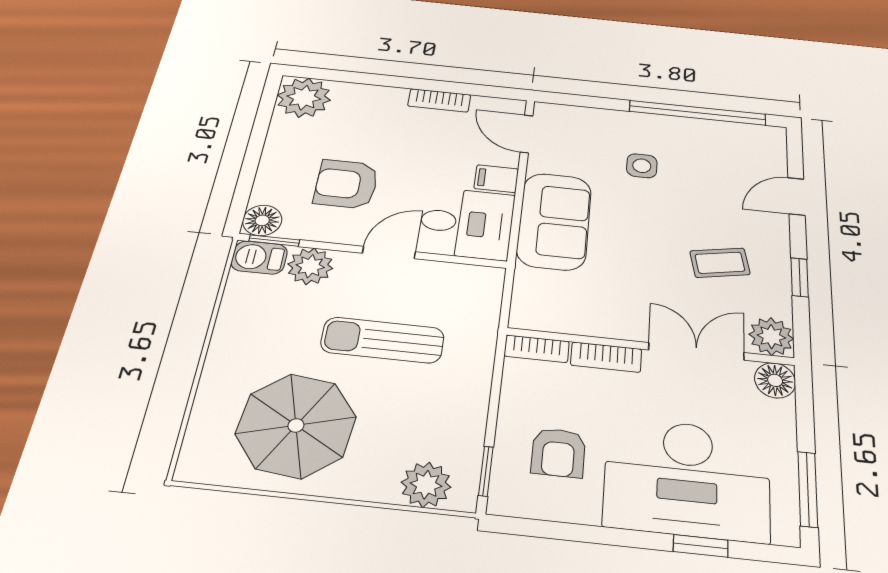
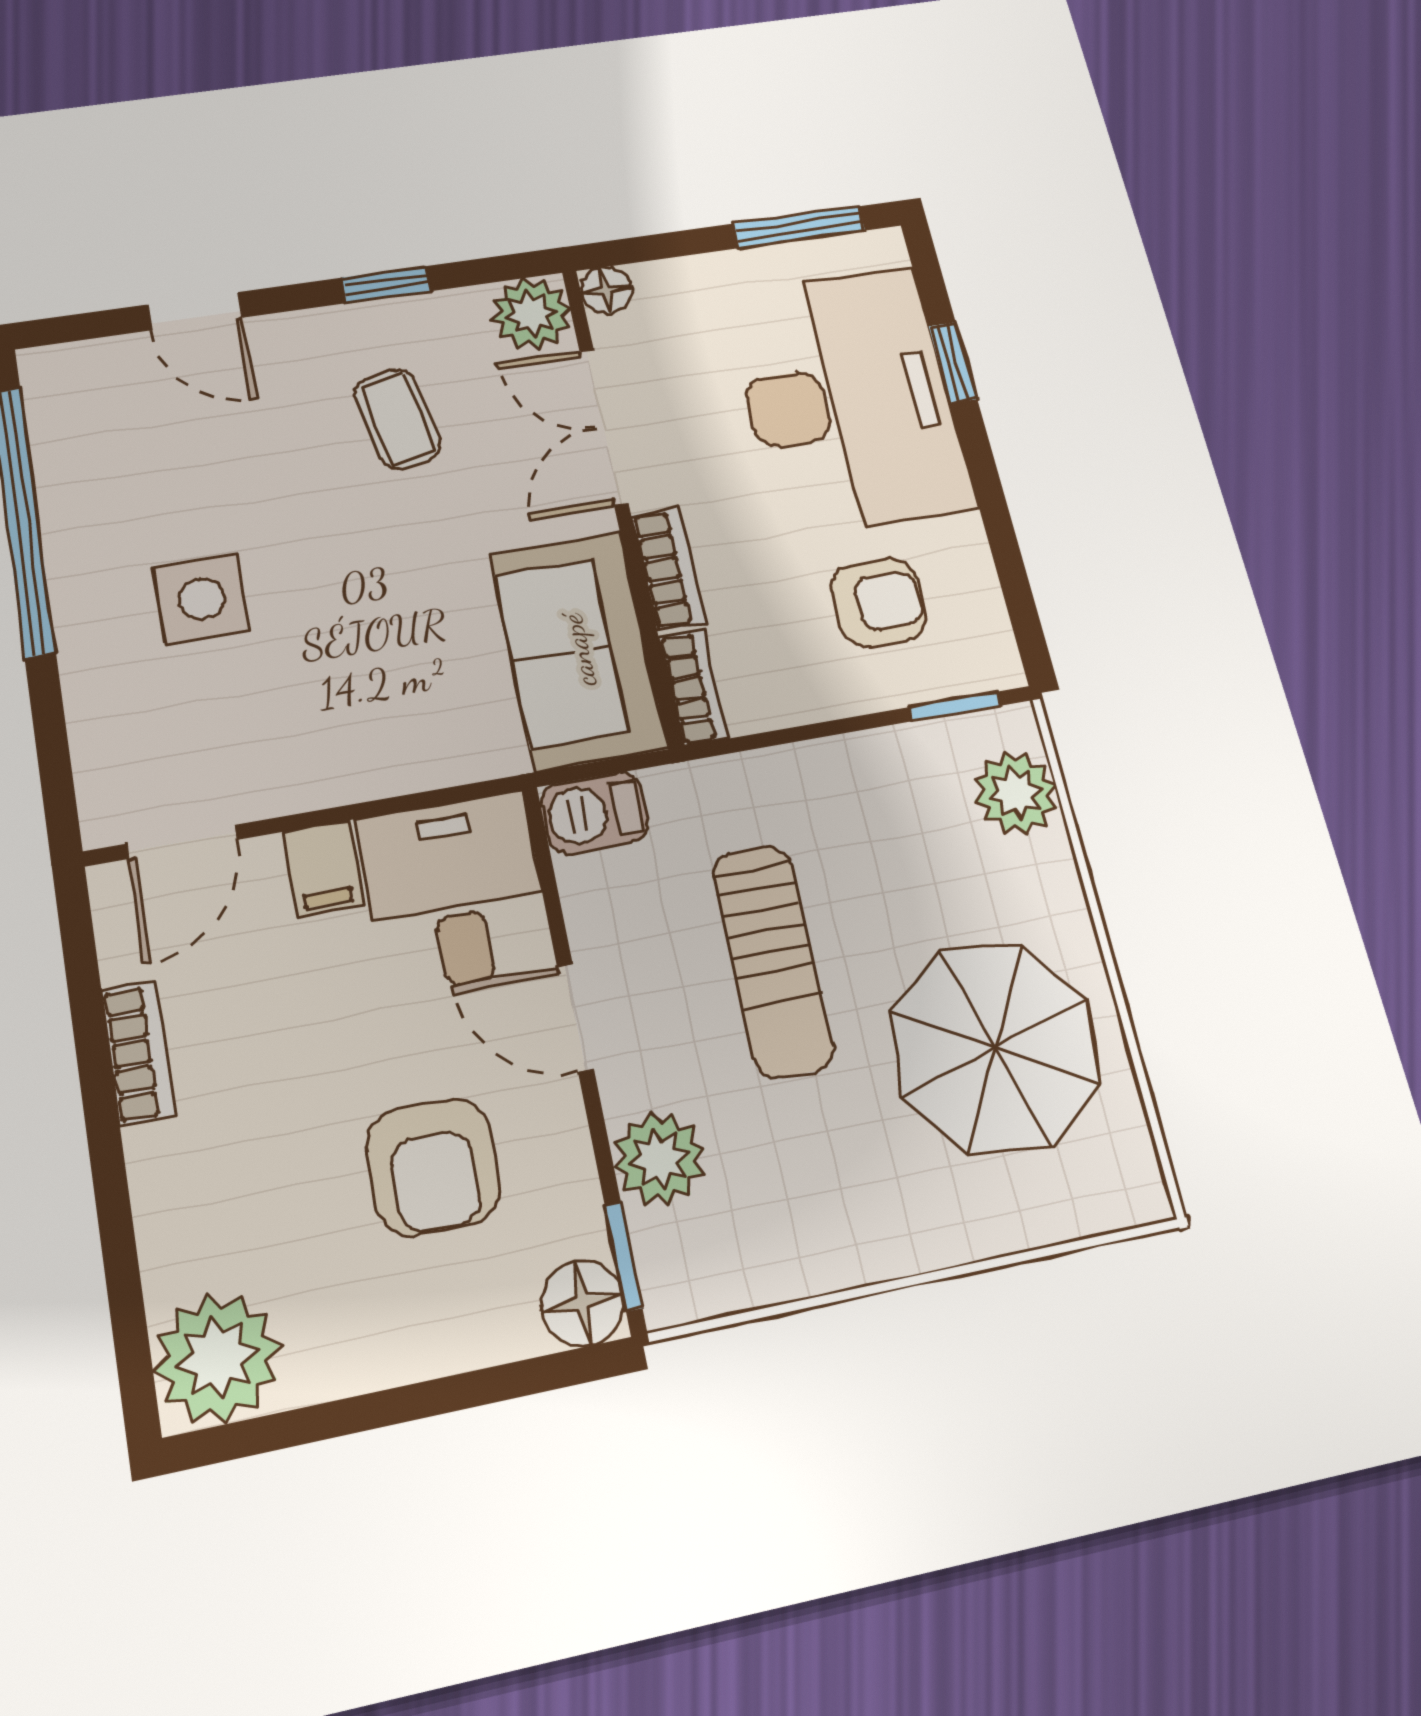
side table: (642, 166) -> (202, 599), width x1.37, depth x1.37
sofa: (554, 221) -> (578, 650), moved, turned -90
barbecue: (259, 257) -> (594, 813), moved, turned 90
floor lamp: (775, 380) -> (606, 290), width x0.73, depth x0.73

